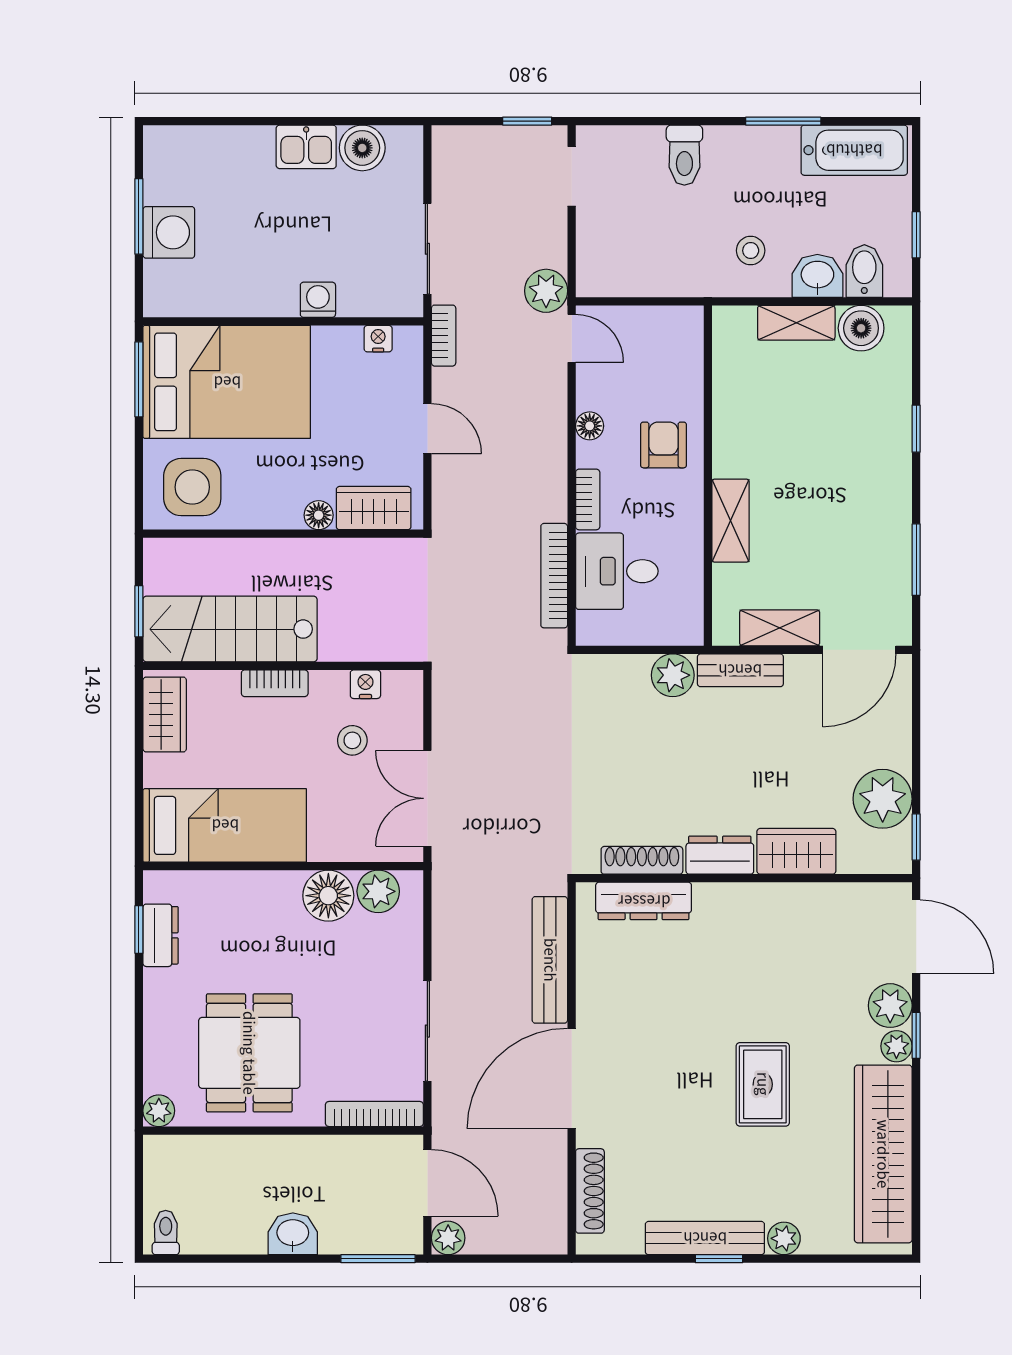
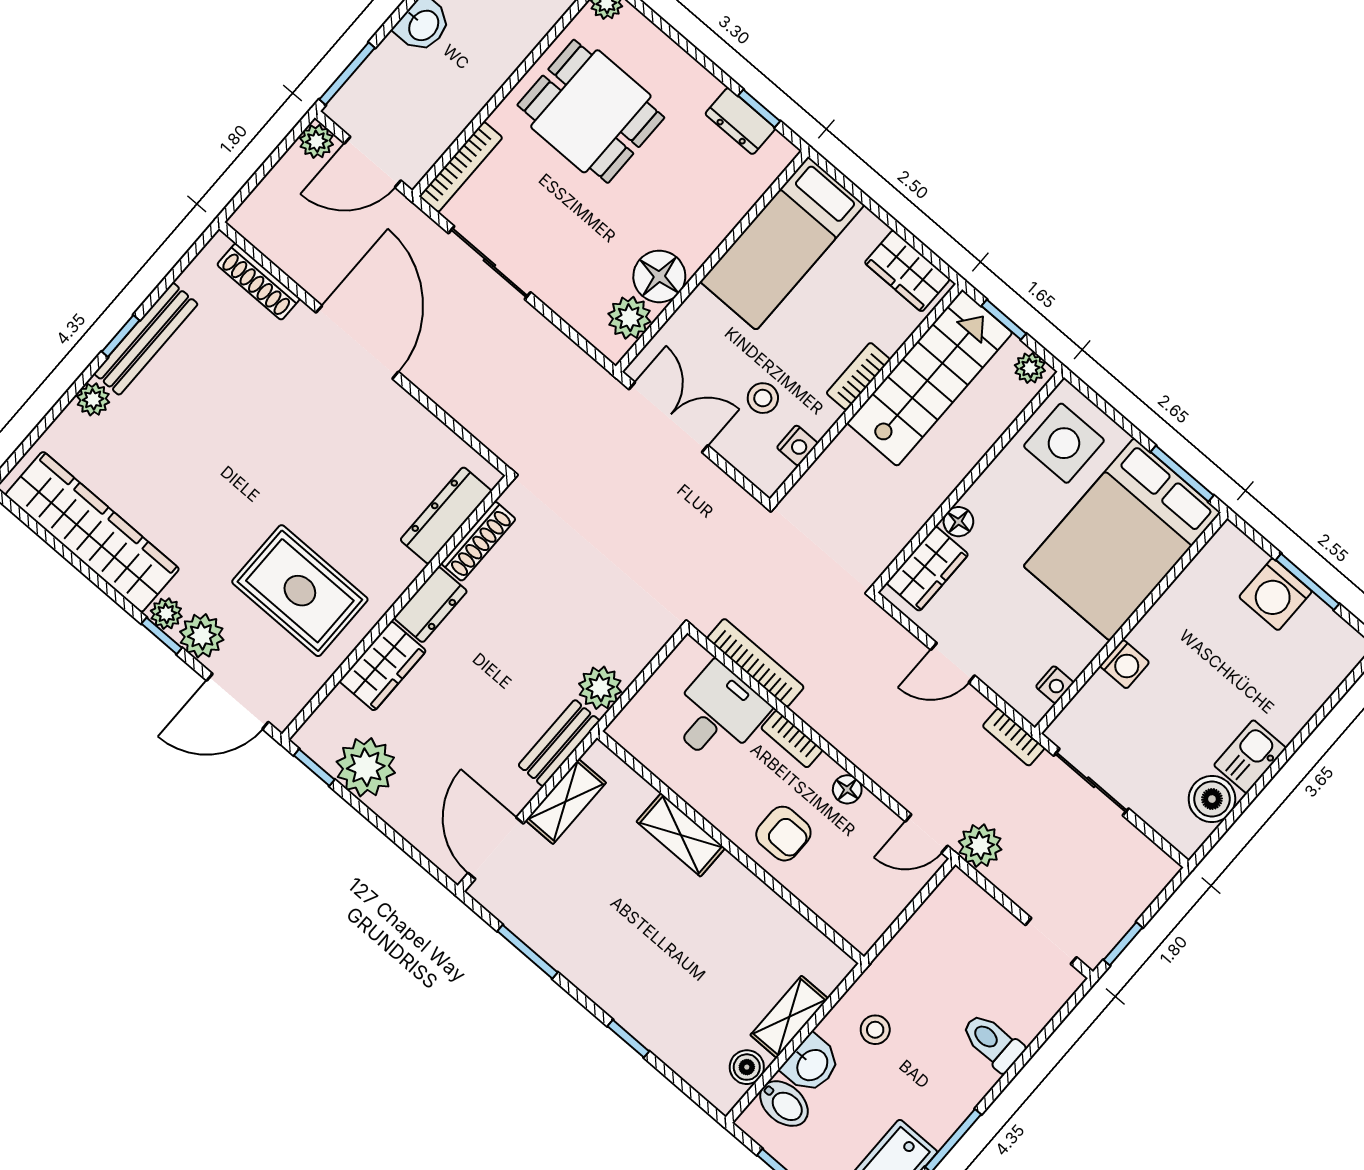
boiler: (861, 328) -> (747, 1067), width x0.73, depth x0.73
plant: (158, 561) -> (1030, 368), added
bench: (550, 960) -> (463, 404), removed
rug: (763, 1084) -> (300, 591), moved, width x1.36, depth x1.43

